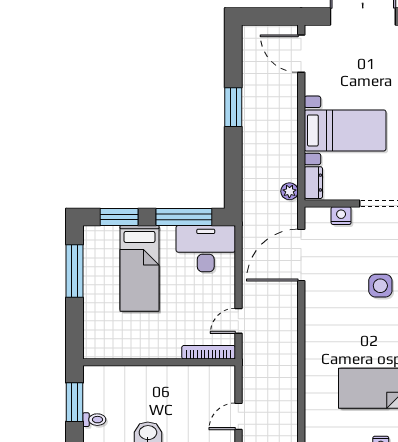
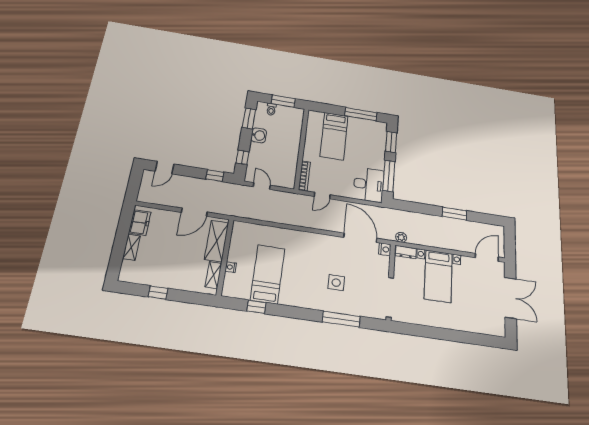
nightstand: (341, 216) -> (385, 249), moved
bed: (139, 268) -> (334, 136), moved, turned -90
door: (238, 321) -> (322, 196), swing flipped

